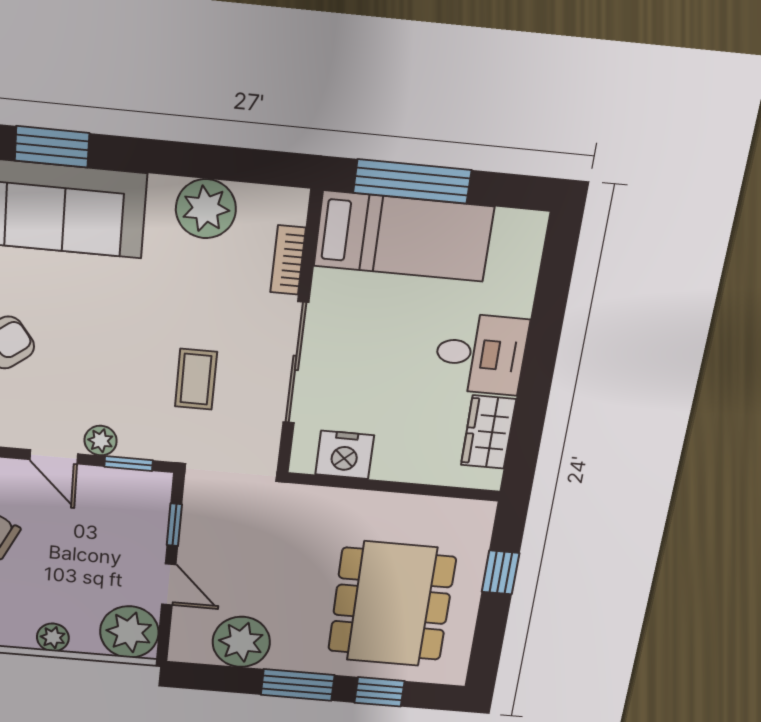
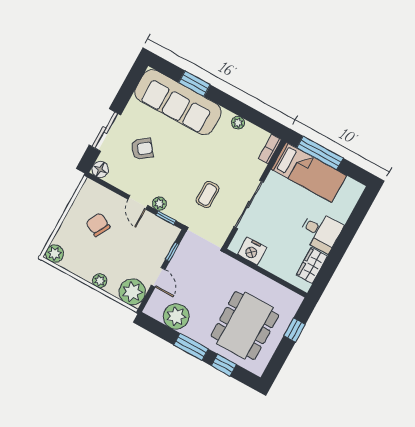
plant: (206, 209) -> (238, 123), width x0.53, depth x0.53
bookcase: (288, 260) -> (270, 149), moved

